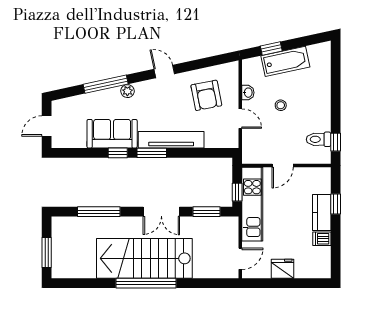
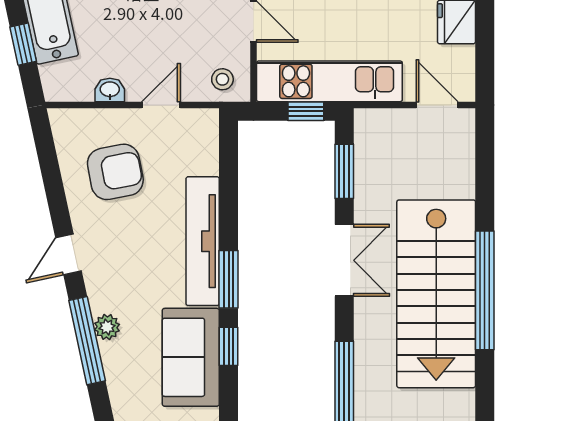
window: (106, 84) -> (87, 341), moved
stool: (281, 105) -> (222, 79), moved

